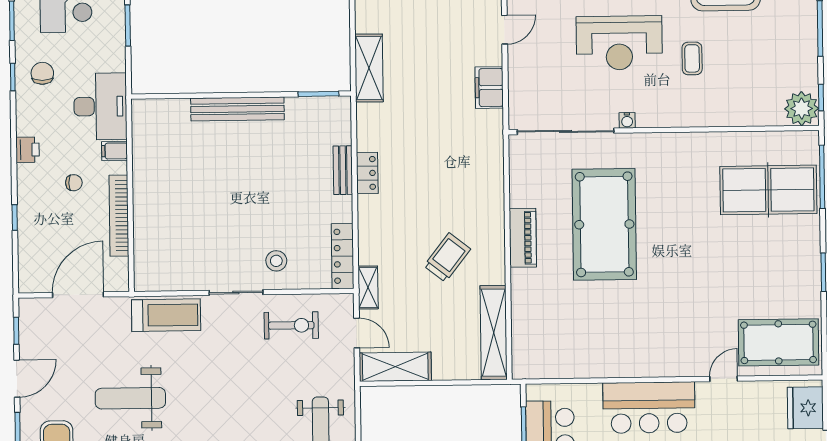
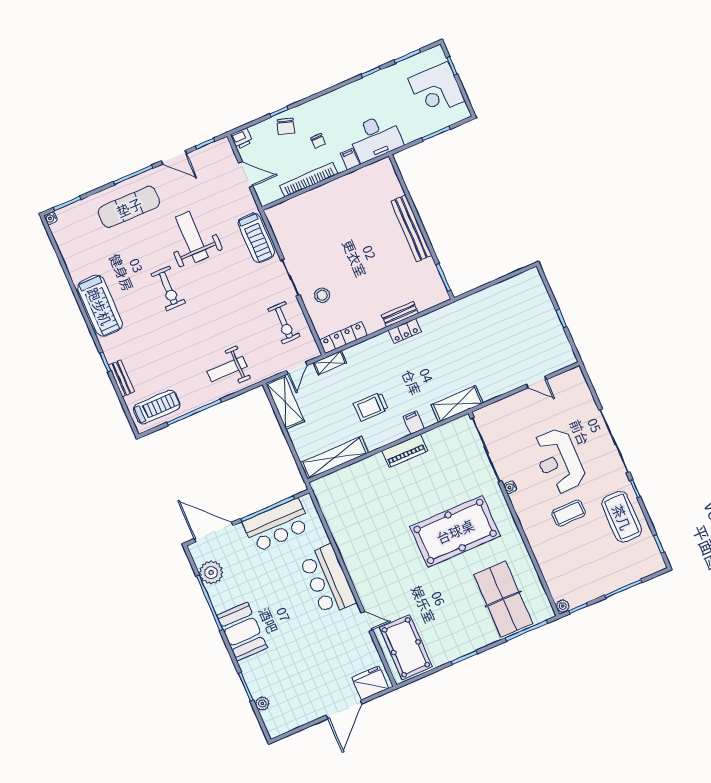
coffee table: (692, 58) -> (569, 513), width x1.36, depth x1.30
shelving: (369, 68) -> (457, 404), moved
chair: (42, 73) -> (286, 126), moved, turned 107
filing cabinet: (489, 88) -> (414, 423), moved, width x0.50
plant: (802, 109) -> (563, 606), width x0.53, depth x0.53
printer: (28, 150) -> (242, 139), moved
pool table: (604, 224) -> (455, 531), moved
trolley: (447, 257) -> (371, 407), turned 142
door: (78, 295) -> (246, 174), width x0.73

